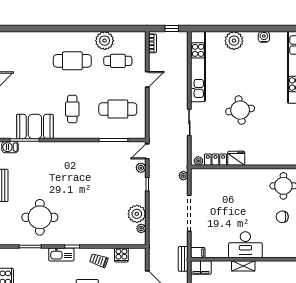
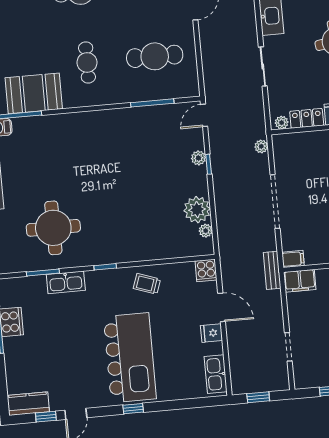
plant: (141, 168) -> (198, 158), moved
kitchen sink: (61, 254) -> (66, 282), moved
cooker: (121, 255) -> (206, 270), moved

